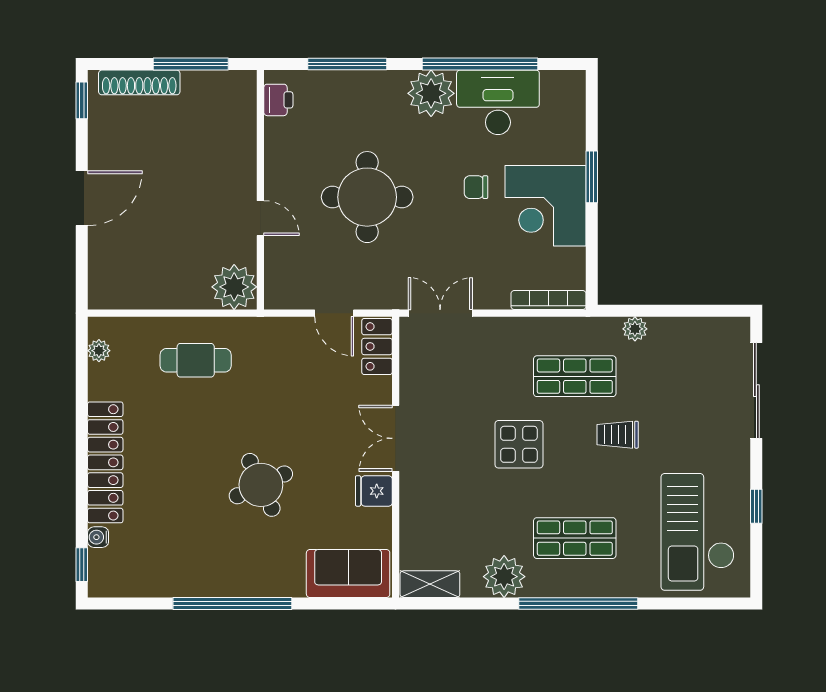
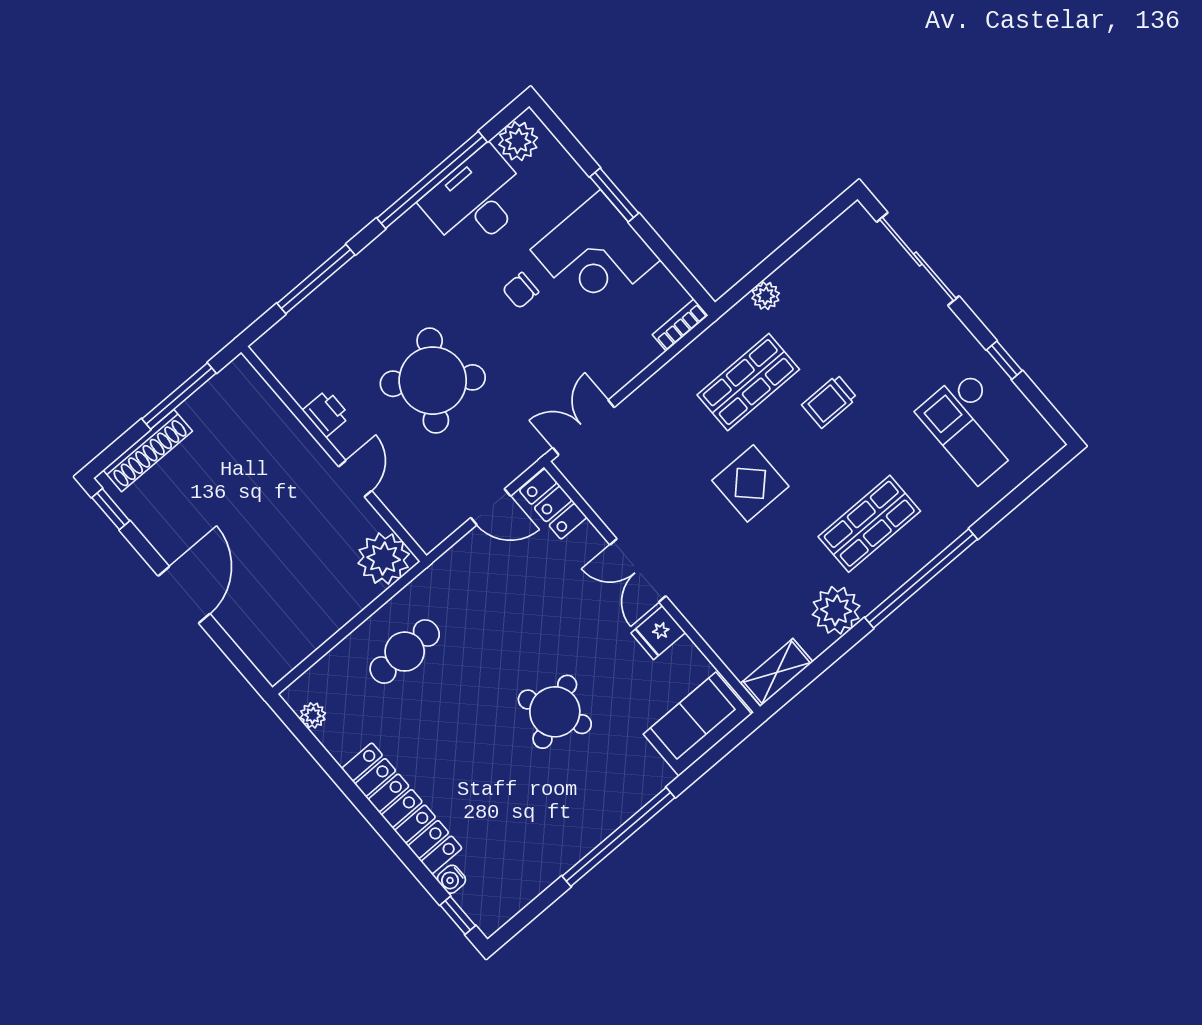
plant: (431, 93) -> (518, 141), moved, width x0.73, depth x0.73
printer: (278, 100) -> (326, 413), moved
round table: (367, 197) -> (433, 381), turned 36
door: (260, 218) -> (355, 479), hinge flipped
bookcase: (548, 300) -> (680, 325), width x0.64
checkout: (698, 532) -> (972, 427), width x0.73, depth x0.83

